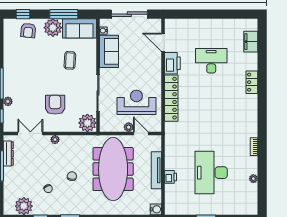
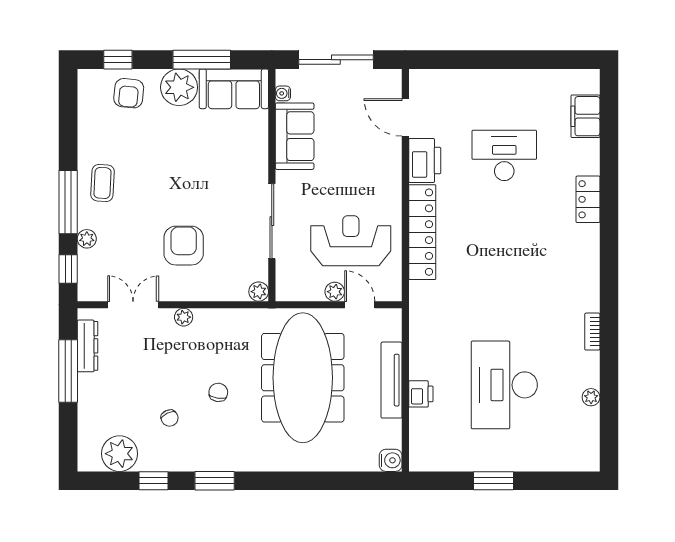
coffee table: (70, 60) -> (103, 183), moved
plant: (87, 123) -> (259, 292), width x0.53, depth x0.53

